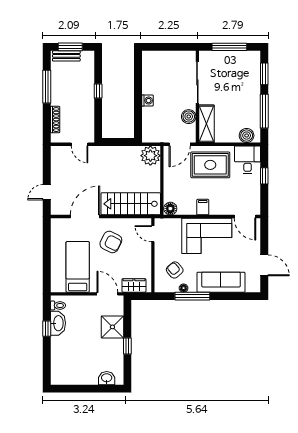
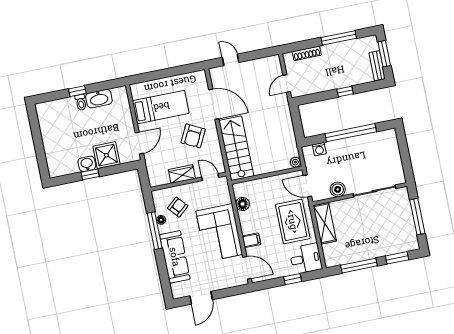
bench: (66, 56) -> (377, 66), moved
window: (138, 94) -> (351, 133), added
washing machine: (147, 101) -> (319, 149), moved
shelving: (206, 124) -> (325, 223), moved, turned 90
boiler: (247, 136) -> (330, 253), removed
plant: (150, 156) -> (295, 162), width x0.53, depth x0.53
filing cabinet: (203, 207) -> (251, 240), moved
floor lamp: (170, 209) -> (243, 204), moved
door: (245, 217) -> (247, 268), swing flipped
door: (153, 234) -> (210, 177), hinge flipped
wardrobe: (134, 285) -> (182, 174), moved, turned -90
toilet: (58, 305) -> (81, 102), moved
window: (47, 329) -> (77, 91), moved
washbasin: (107, 378) -> (87, 164), moved, turned -90

